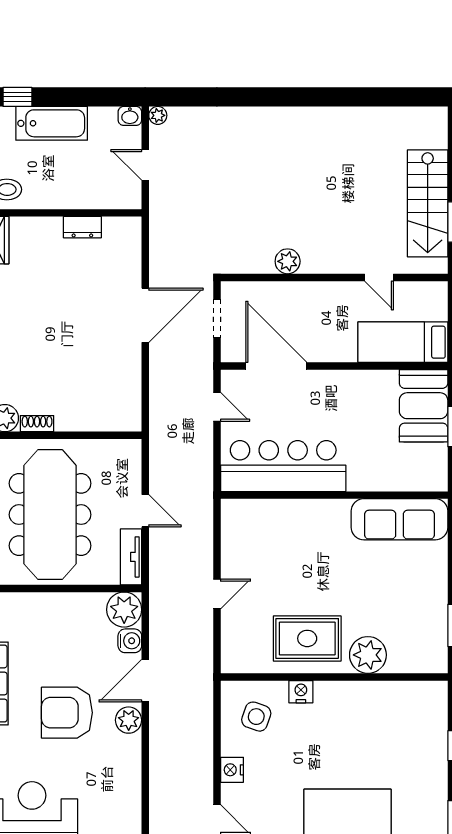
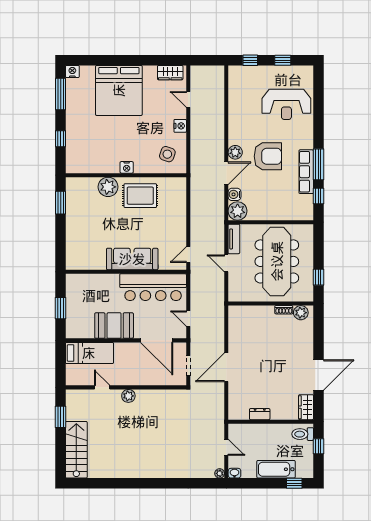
stairs: (428, 203) -> (76, 450), moved
plant: (288, 261) -> (128, 396), moved
booth: (424, 406) -> (114, 326), moved, turned 90
sofa: (400, 519) -> (132, 259), moved
door: (217, 594) -> (188, 255), moved
nightstand: (301, 692) -> (127, 167), moved

